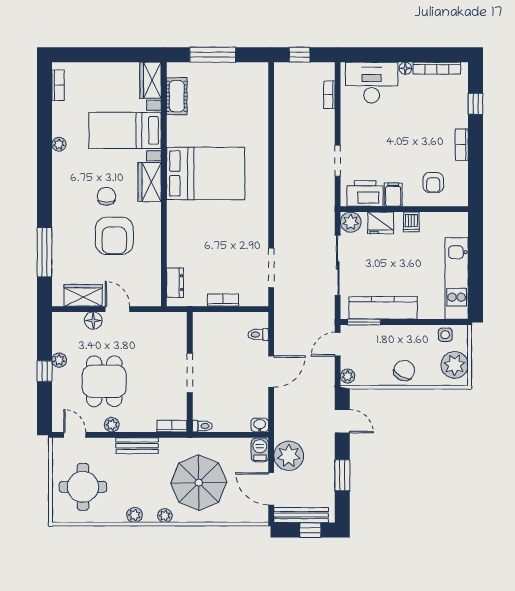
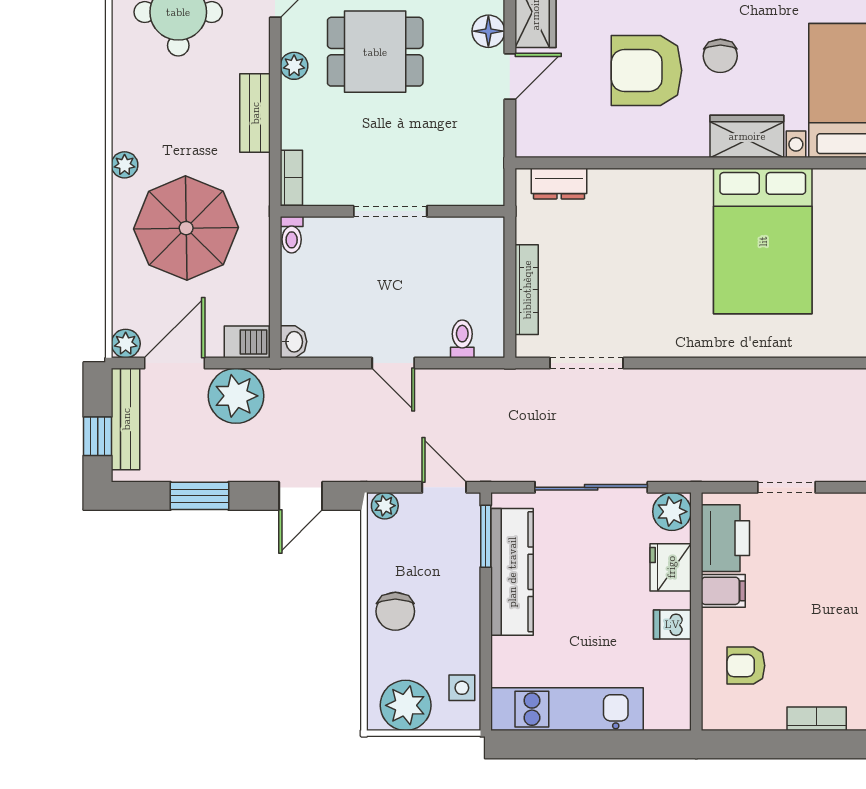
chair: (106, 196) -> (720, 56), turned 90
bookcase: (223, 300) -> (527, 290), width x1.56
chair: (404, 370) -> (395, 611), turned 62
door: (271, 372) -> (393, 363), width x0.73
plant: (135, 515) -> (126, 344), moved

